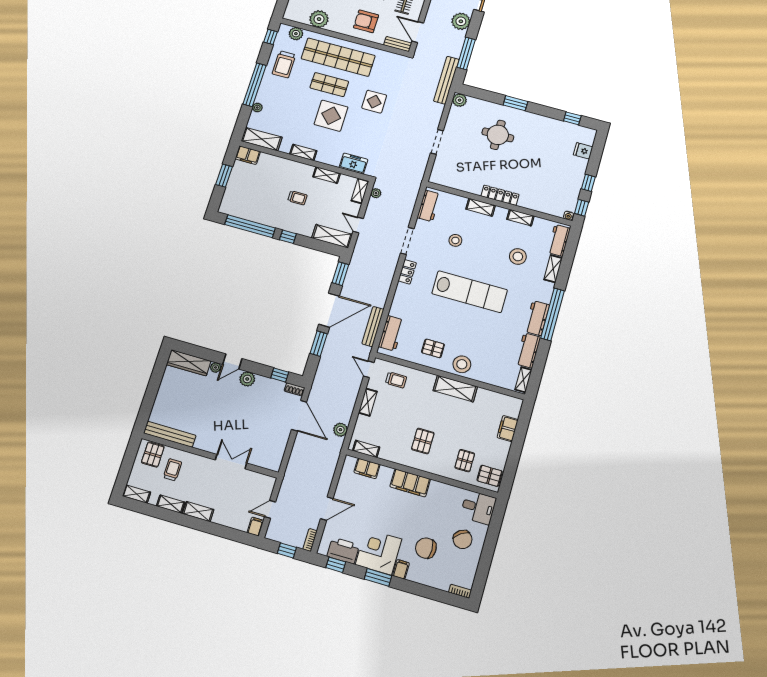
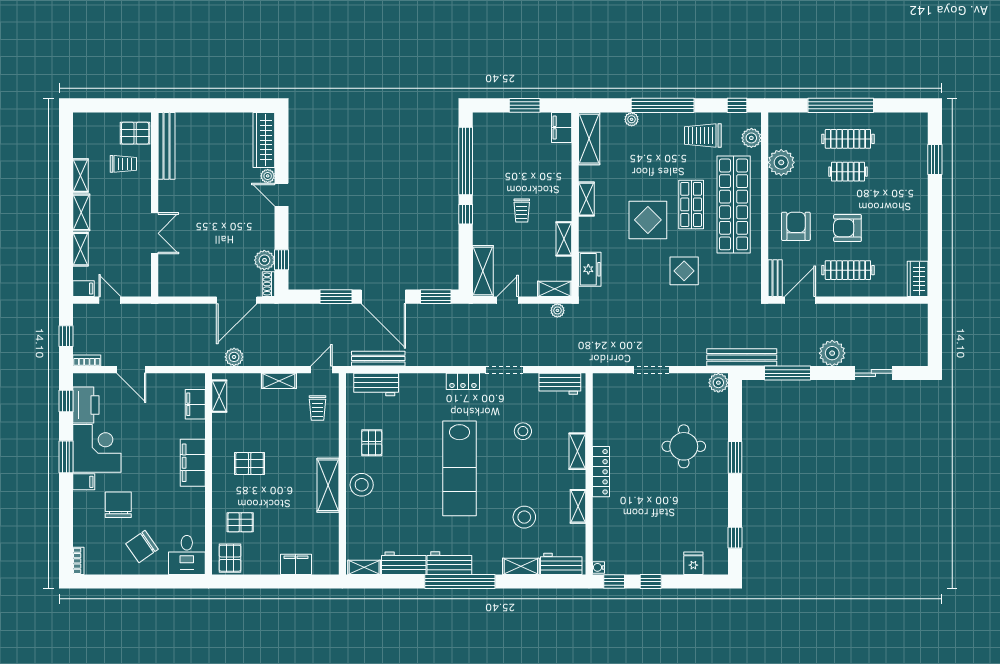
plant: (247, 379) -> (264, 260), moved
shelving: (137, 494) -> (81, 249), moved

